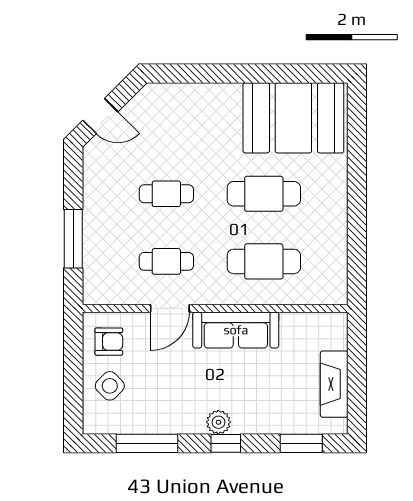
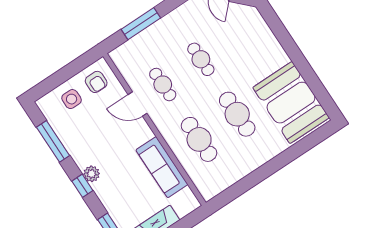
sofa: (236, 330) -> (162, 167), moved
side table: (110, 386) -> (72, 99), turned 45

